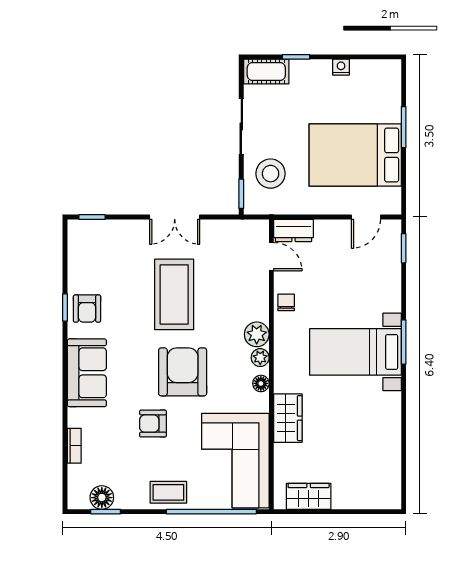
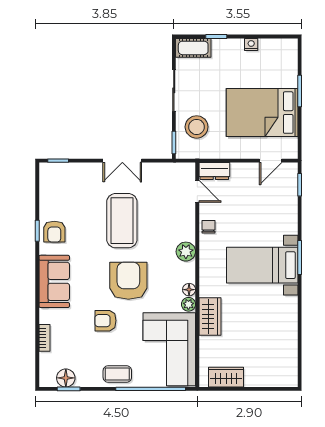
plant: (260, 358) -> (188, 304), moved

